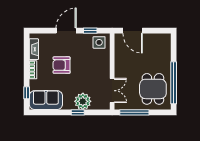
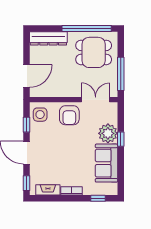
window: (40, 31) -> (26, 183), added
dresser: (165, 50) -> (48, 38), added
armchair: (62, 65) -> (69, 115), moved
sofa: (46, 100) -> (106, 163), moved

